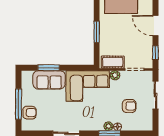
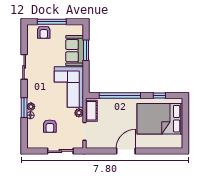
window: (97, 32) -> (120, 96), width x2.11
window: (156, 53) -> (100, 151), removed

